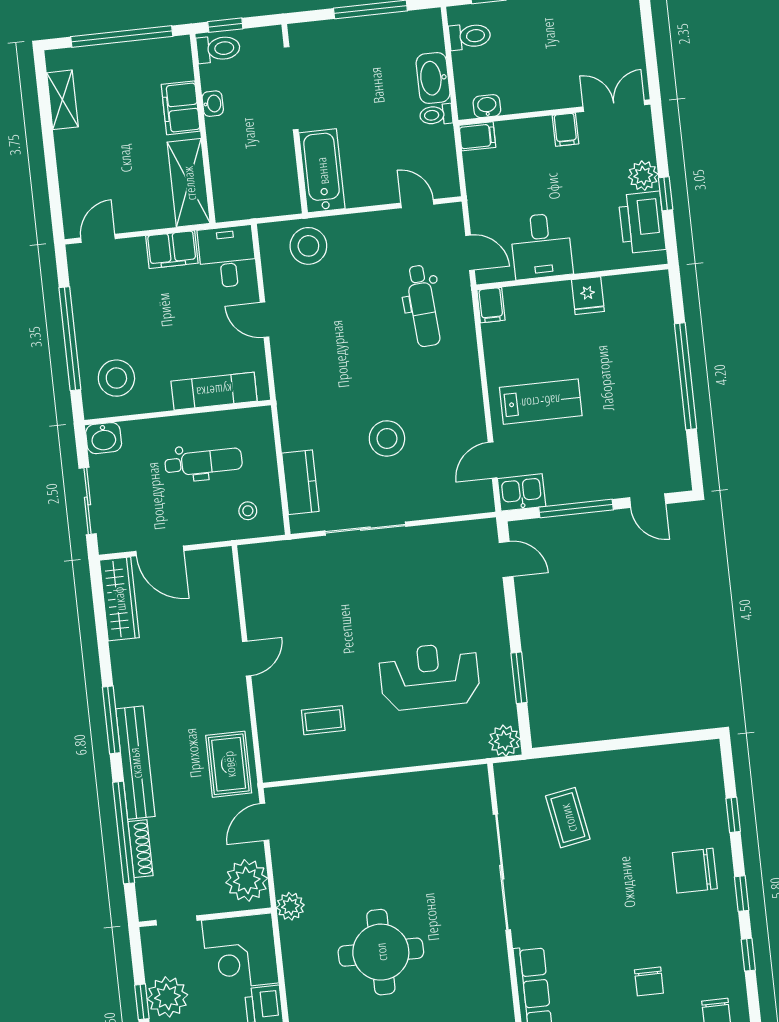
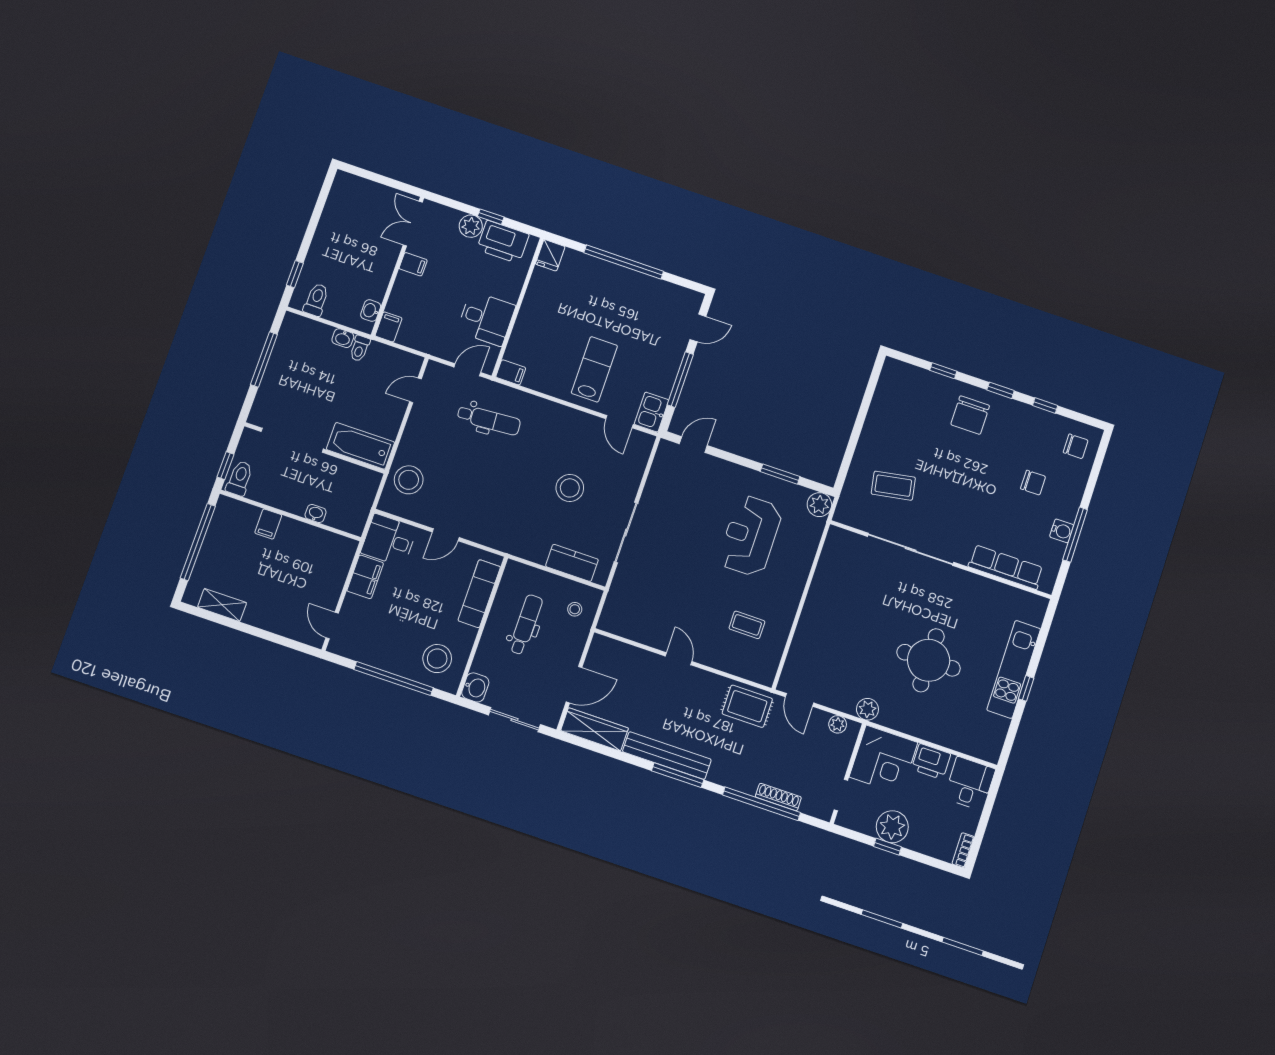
washbasin: (433, 78) -> (343, 338), width x0.52, depth x0.69
washbasin: (213, 104) -> (316, 514), moved
filing cabinet: (181, 108) -> (268, 524), width x0.50
shelving: (189, 183) -> (324, 543), removed
fridge: (588, 296) -> (550, 255), moved, turned 90
coffee table: (323, 720) -> (747, 625), turned 90
bench: (135, 763) -> (667, 756), moved
plant: (247, 880) -> (838, 724), width x0.53, depth x0.53

